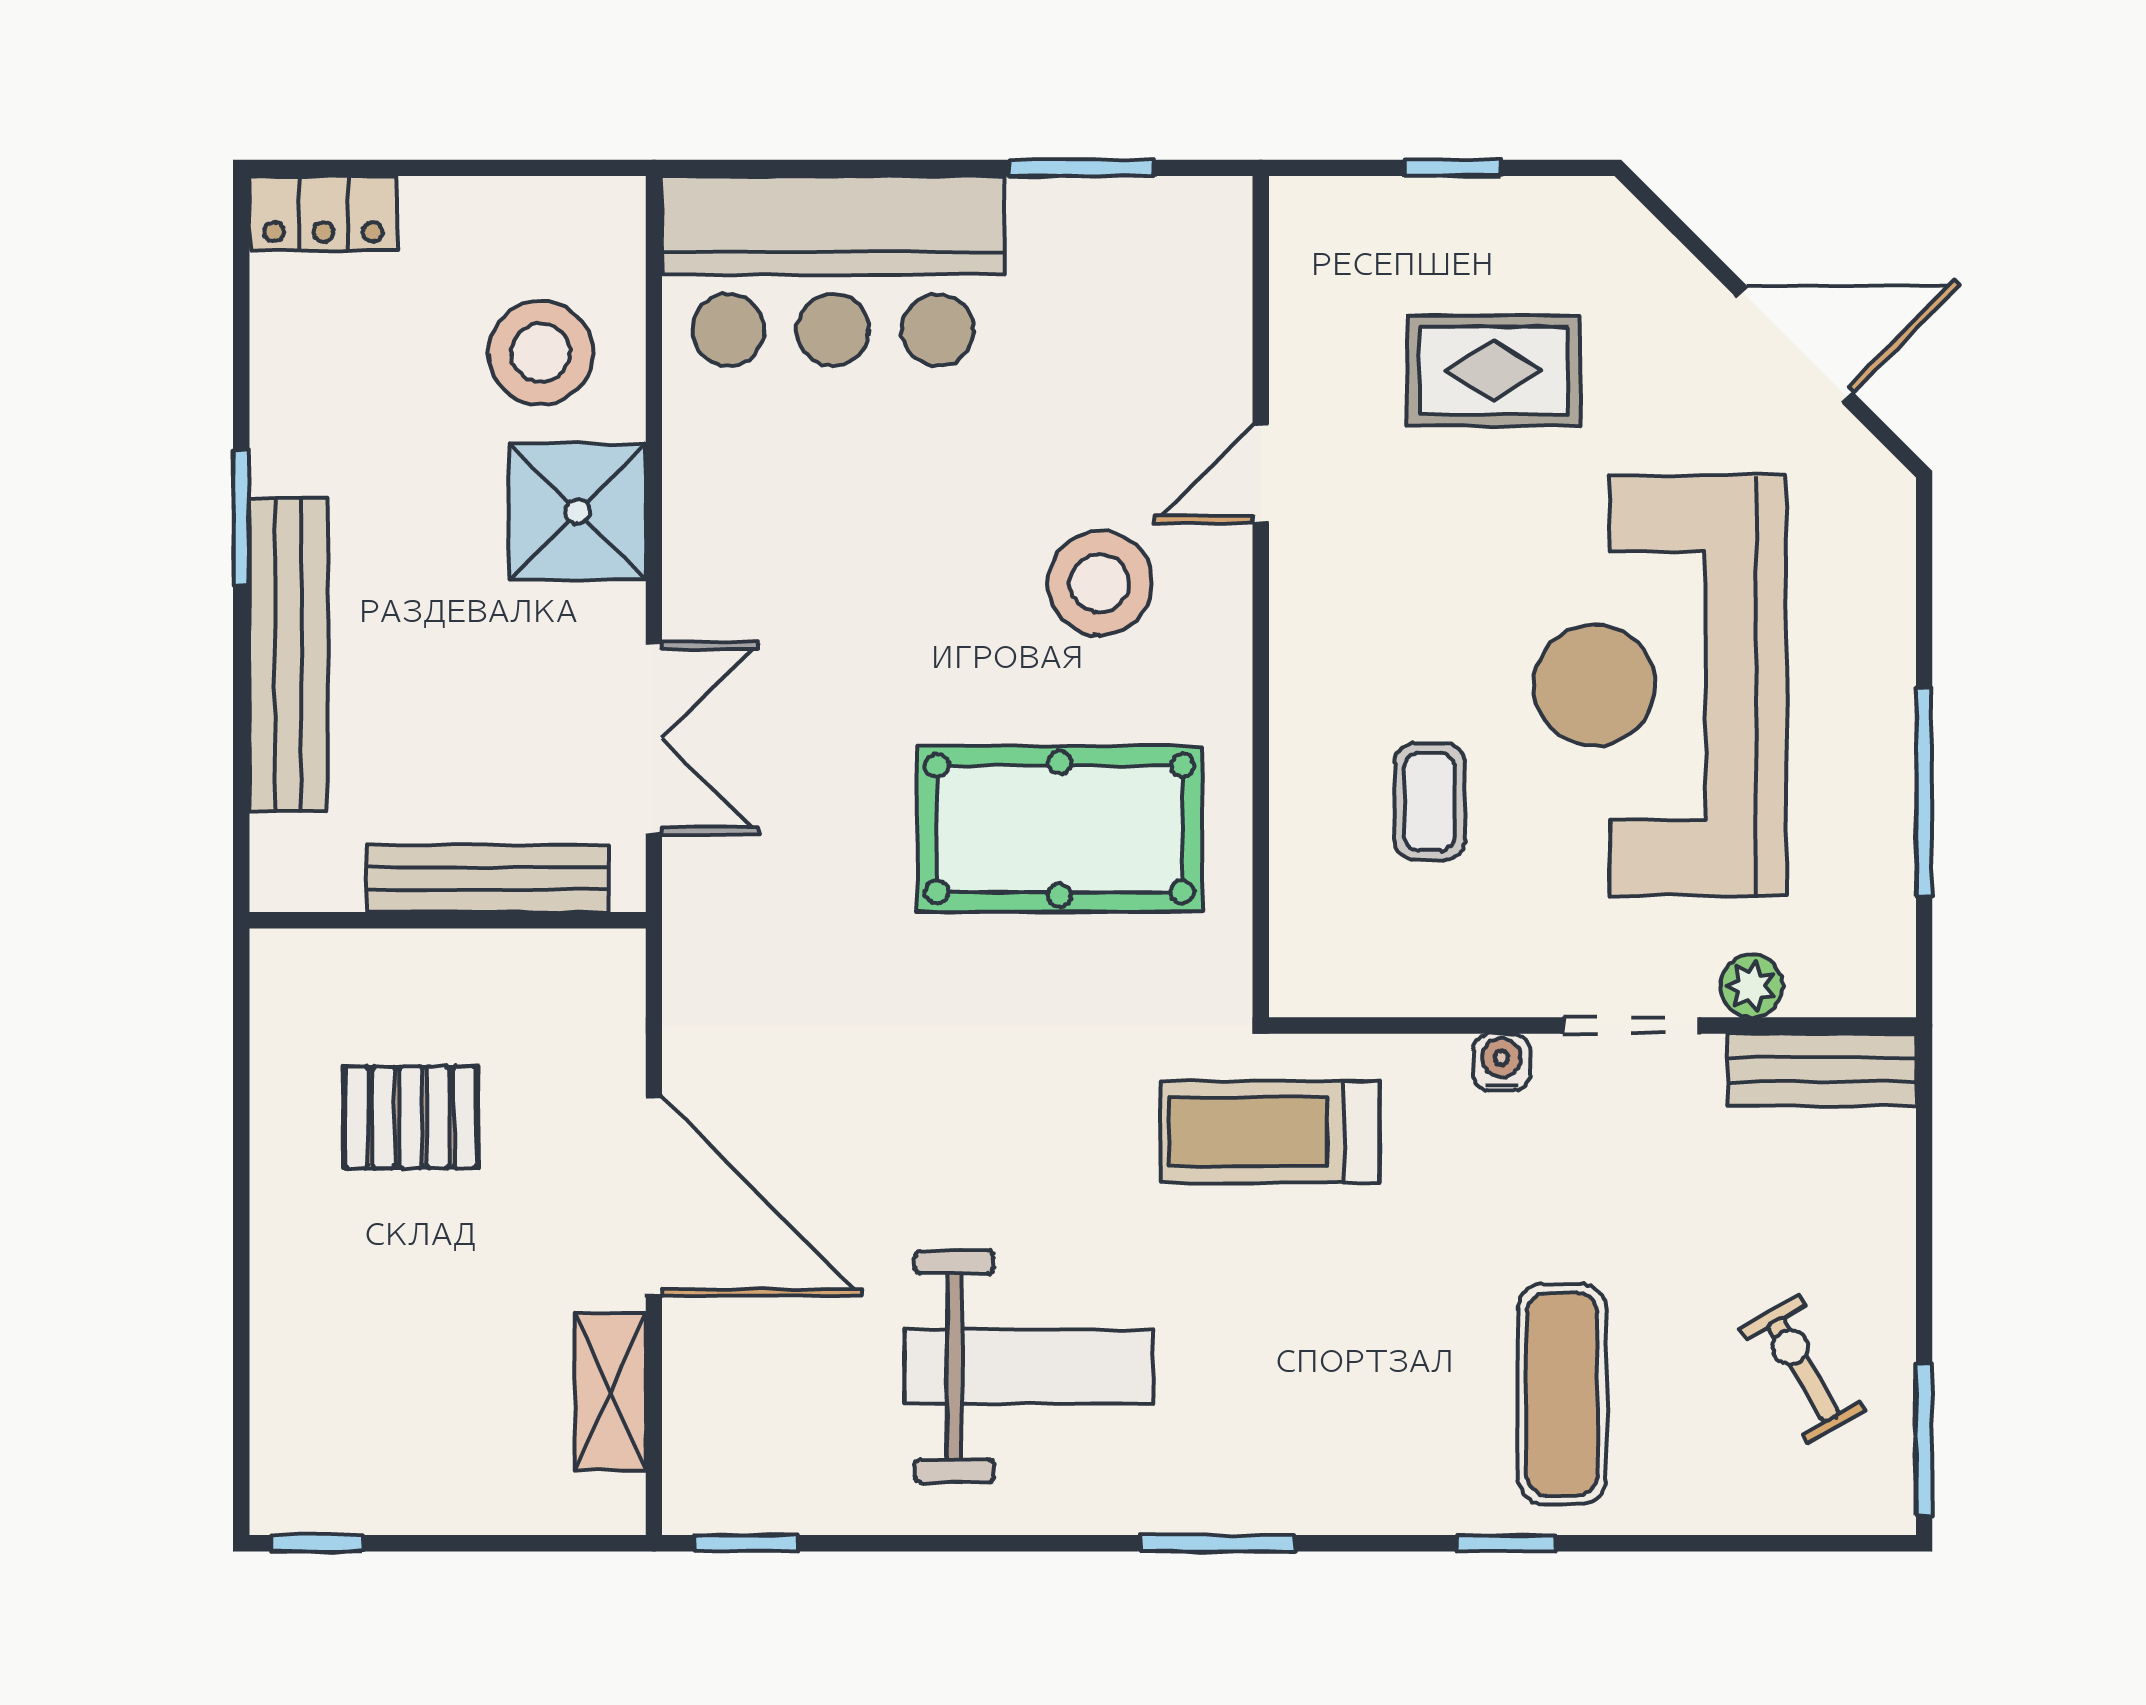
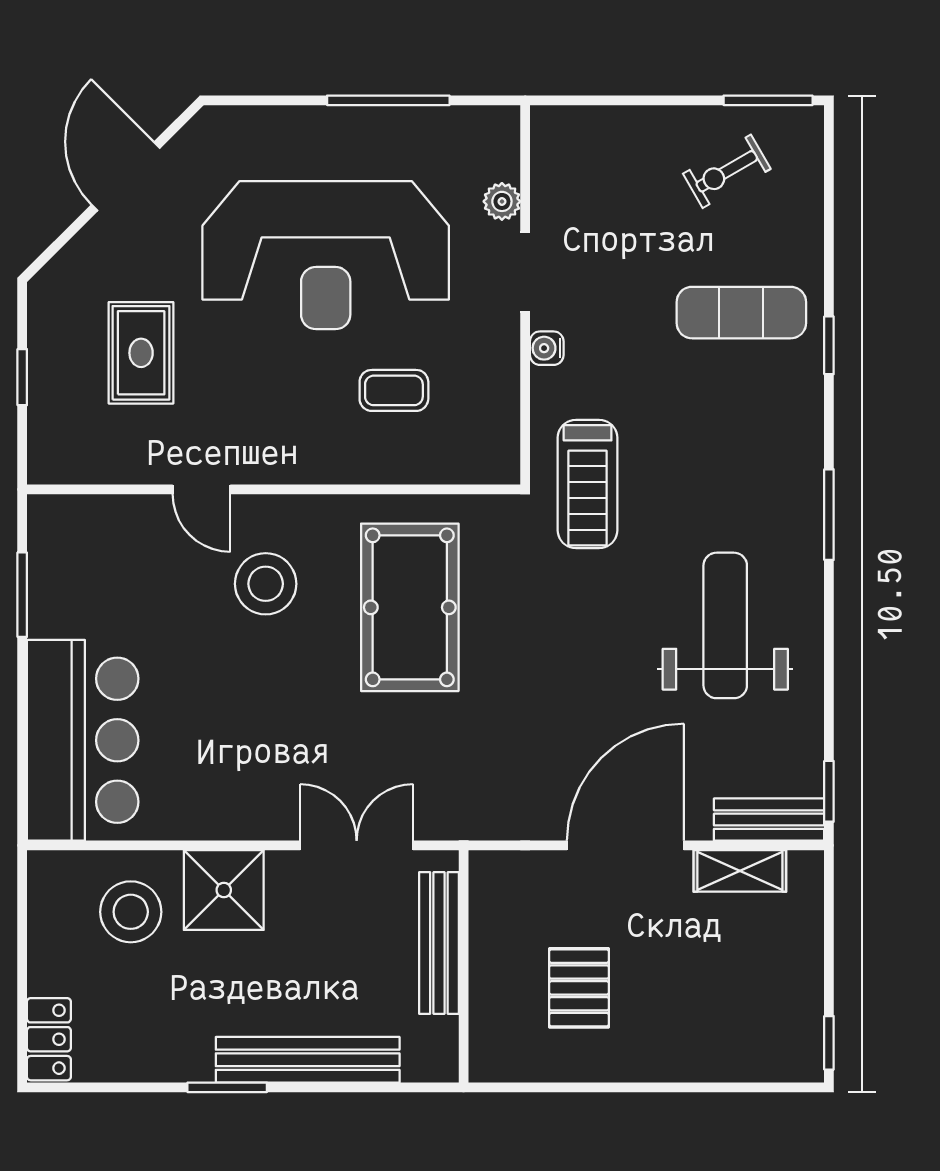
bench: (1822, 1069) -> (769, 820), moved, turned 90

